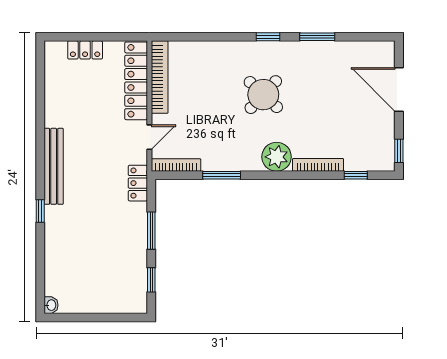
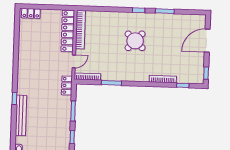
locker: (85, 50) -> (31, 13), moved
door: (399, 89) -> (207, 41), hinge flipped
plant: (277, 157) -> (141, 74), removed
bench: (54, 166) -> (21, 115), moved

